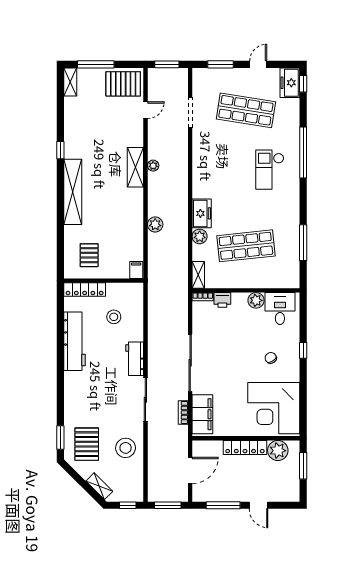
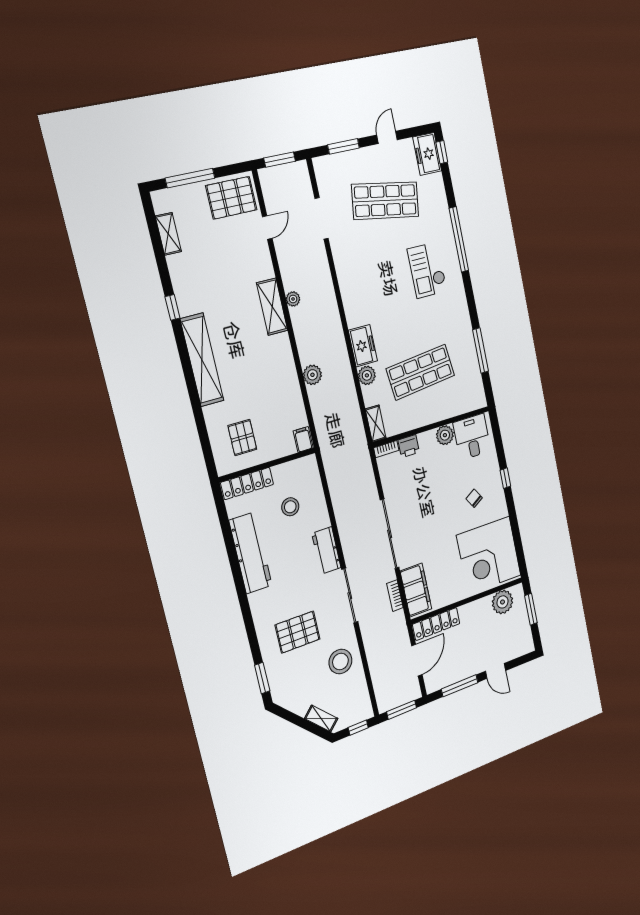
shelving: (70, 82) -> (168, 234), moved
pallet: (87, 444) -> (298, 632), moved, turned 90
locker: (245, 448) -> (436, 624), moved

